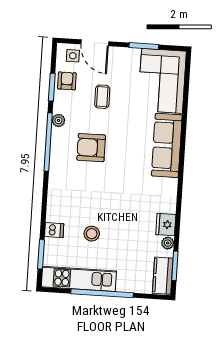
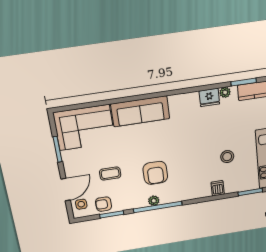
plant: (58, 120) -> (154, 201), moved
dishwasher: (54, 230) -> (218, 188), moved

